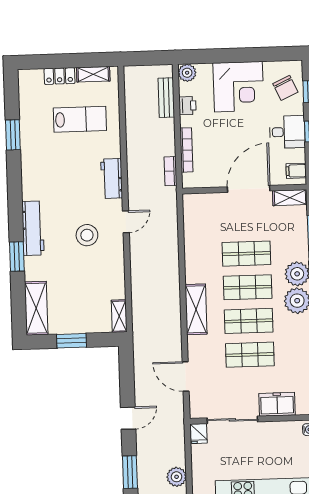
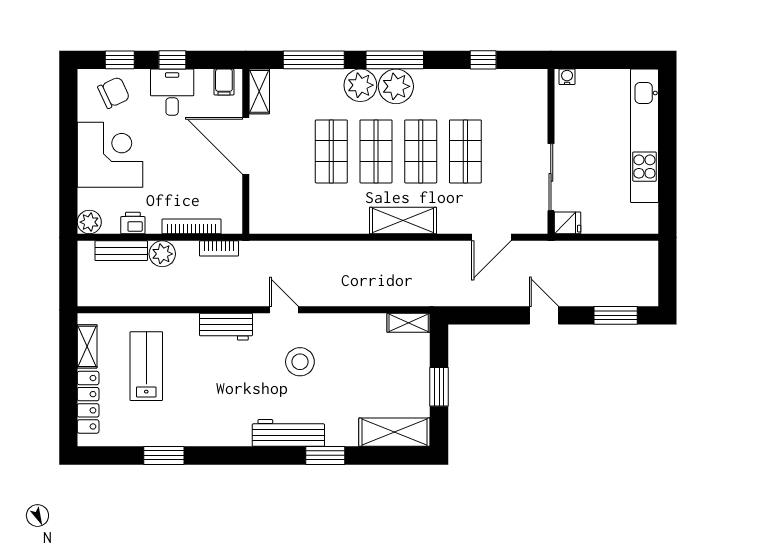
locker: (60, 76) -> (88, 402), width x1.53
freezer: (277, 404) -> (532, 118), removed
plant: (177, 477) -> (162, 254), moved

